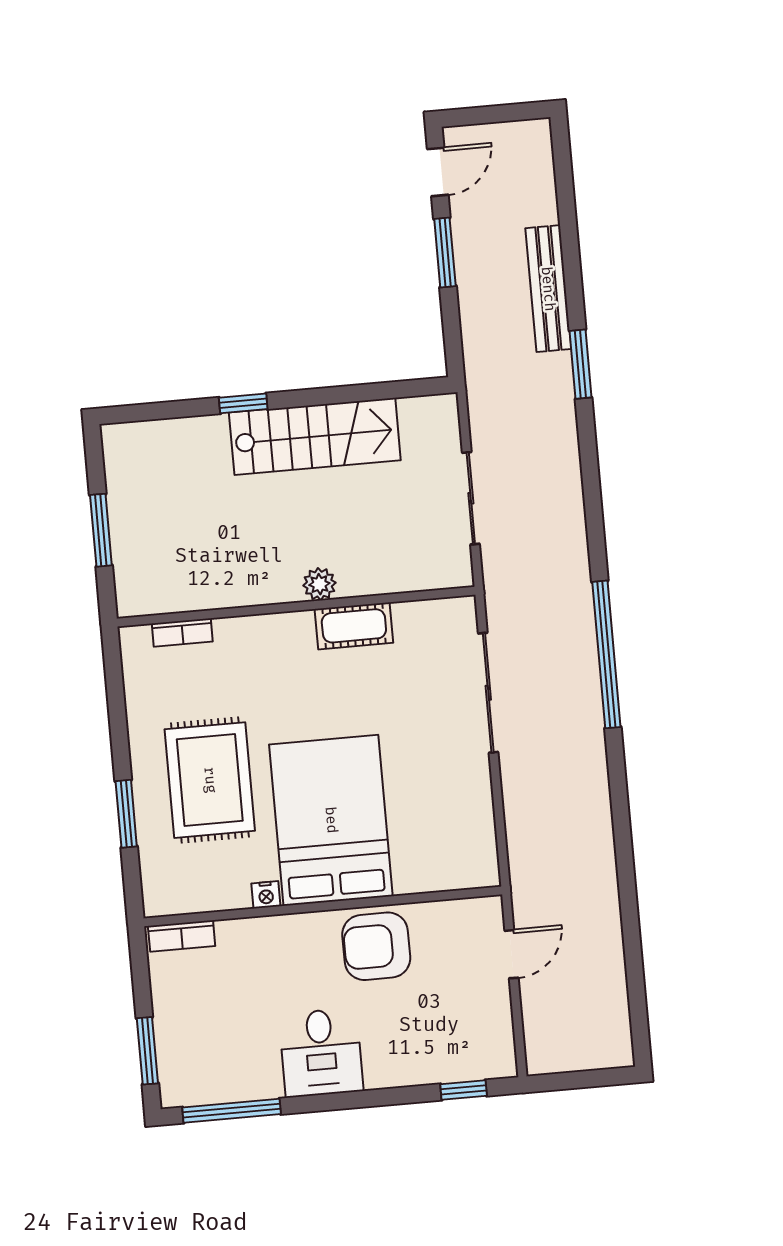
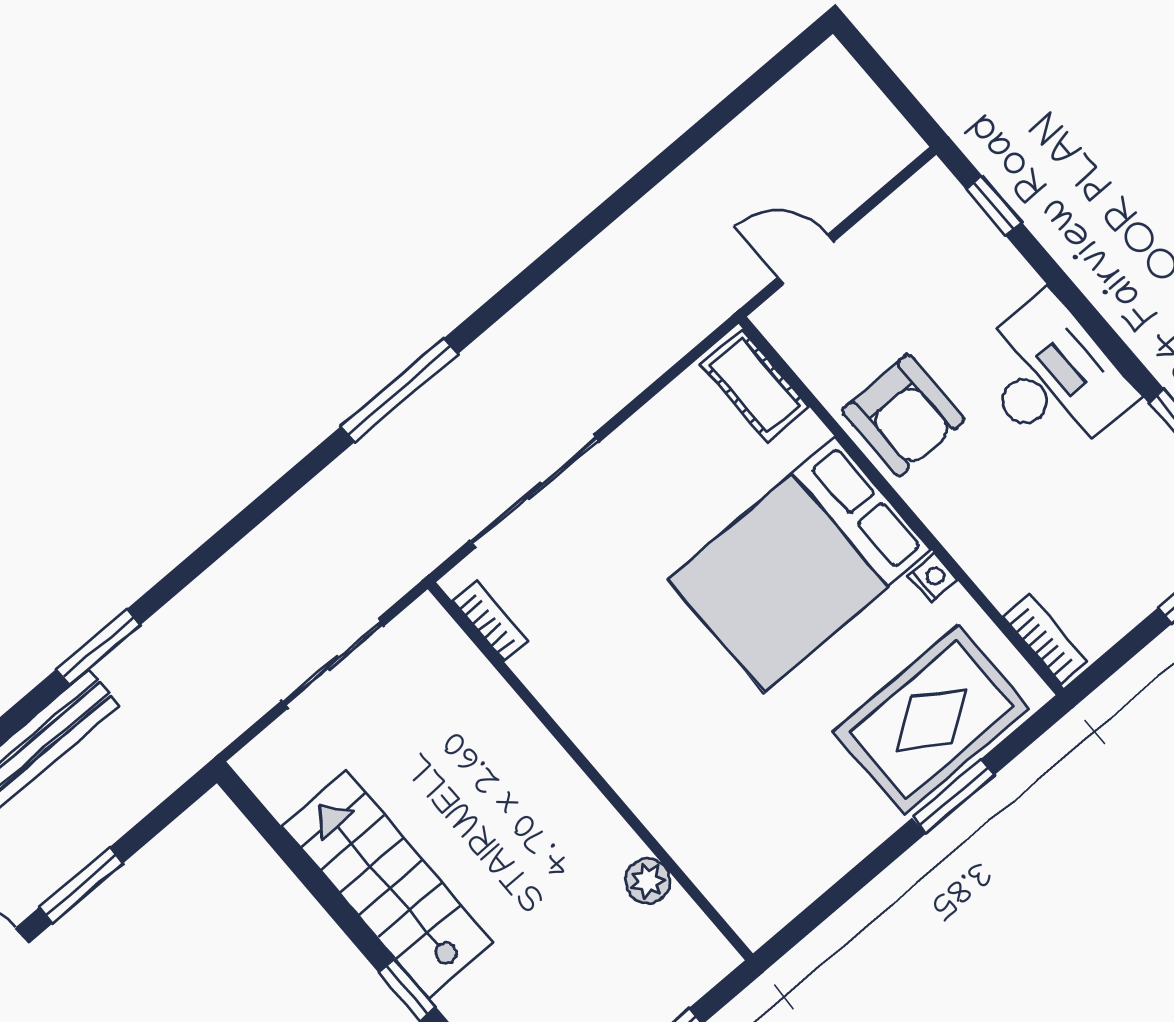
plant: (319, 584) -> (648, 881), moved
cot: (354, 626) -> (755, 385), moved
bookcase: (182, 633) -> (490, 621), moved
window: (606, 654) -> (399, 390), width x0.68
rug: (210, 780) -> (932, 720), moved
desk: (321, 1053) -> (1052, 378), width x1.37

